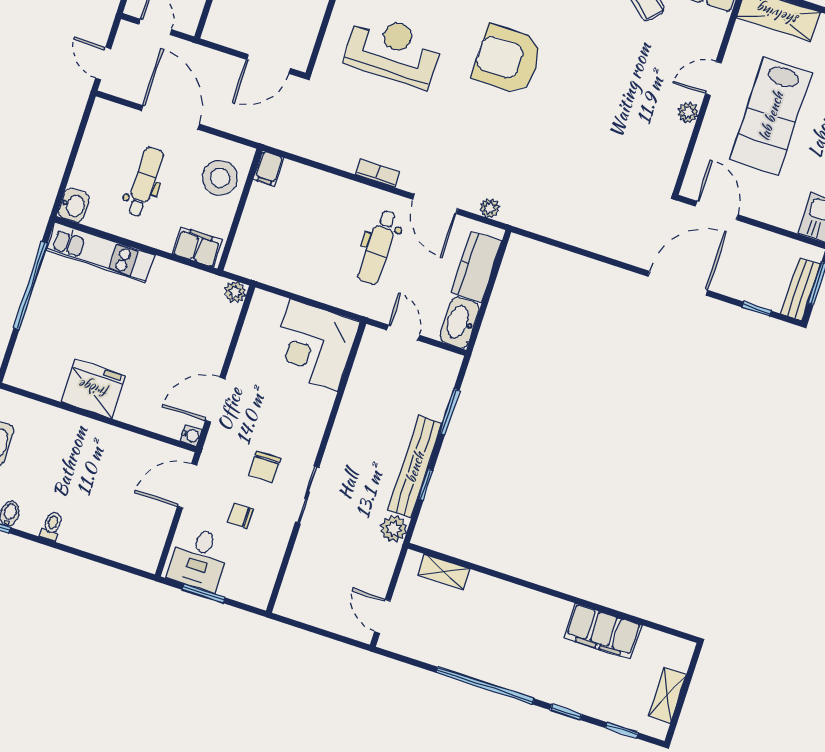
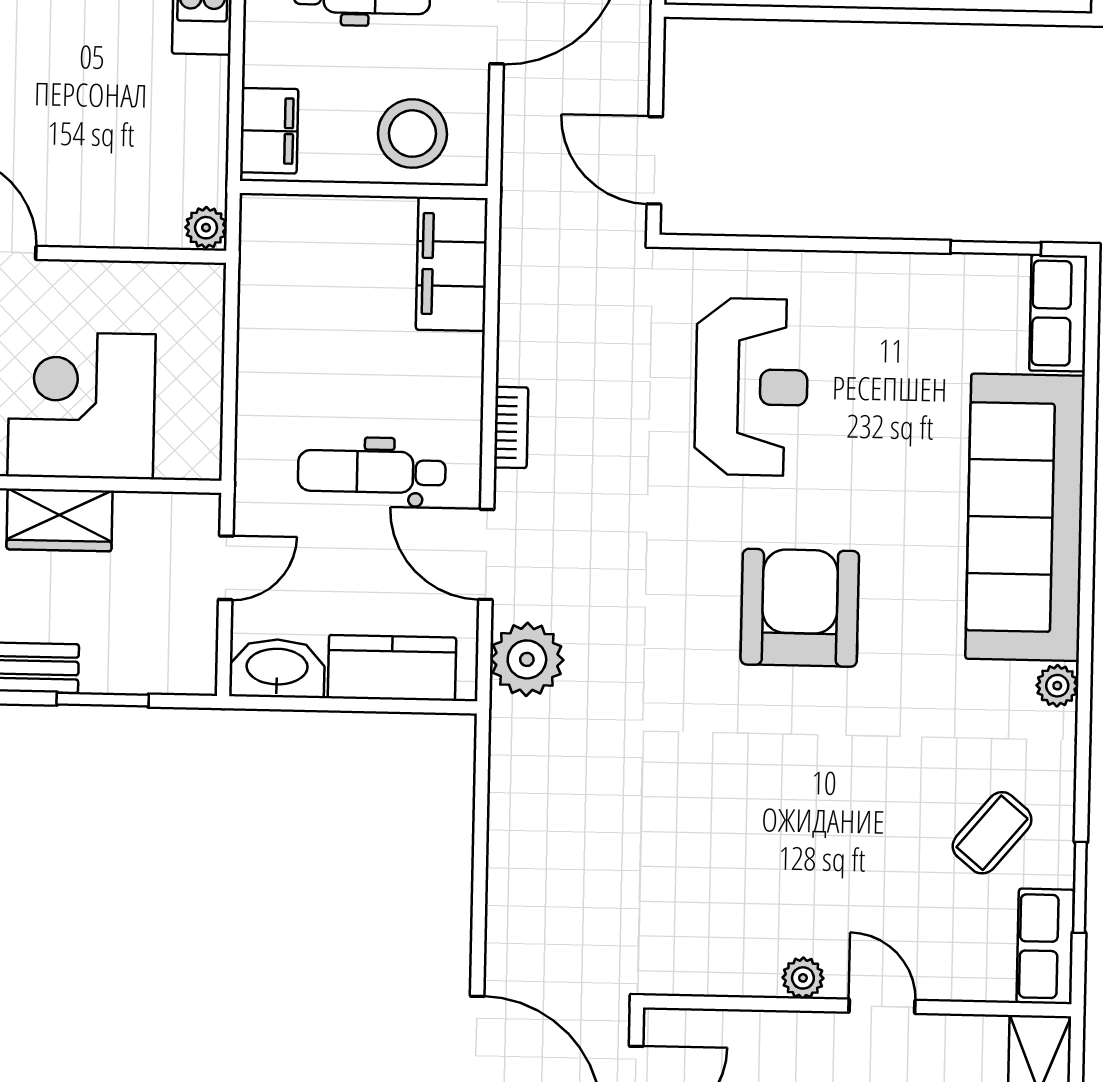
filing cabinet: (268, 168) -> (452, 264), width x3.00, depth x1.17
door: (435, 204) -> (486, 555), hinge flipped
plant: (490, 208) -> (527, 659), width x1.87, depth x1.87
corner desk: (314, 345) -> (81, 405), moved
wardrobe: (356, 406) -> (59, 520), added

